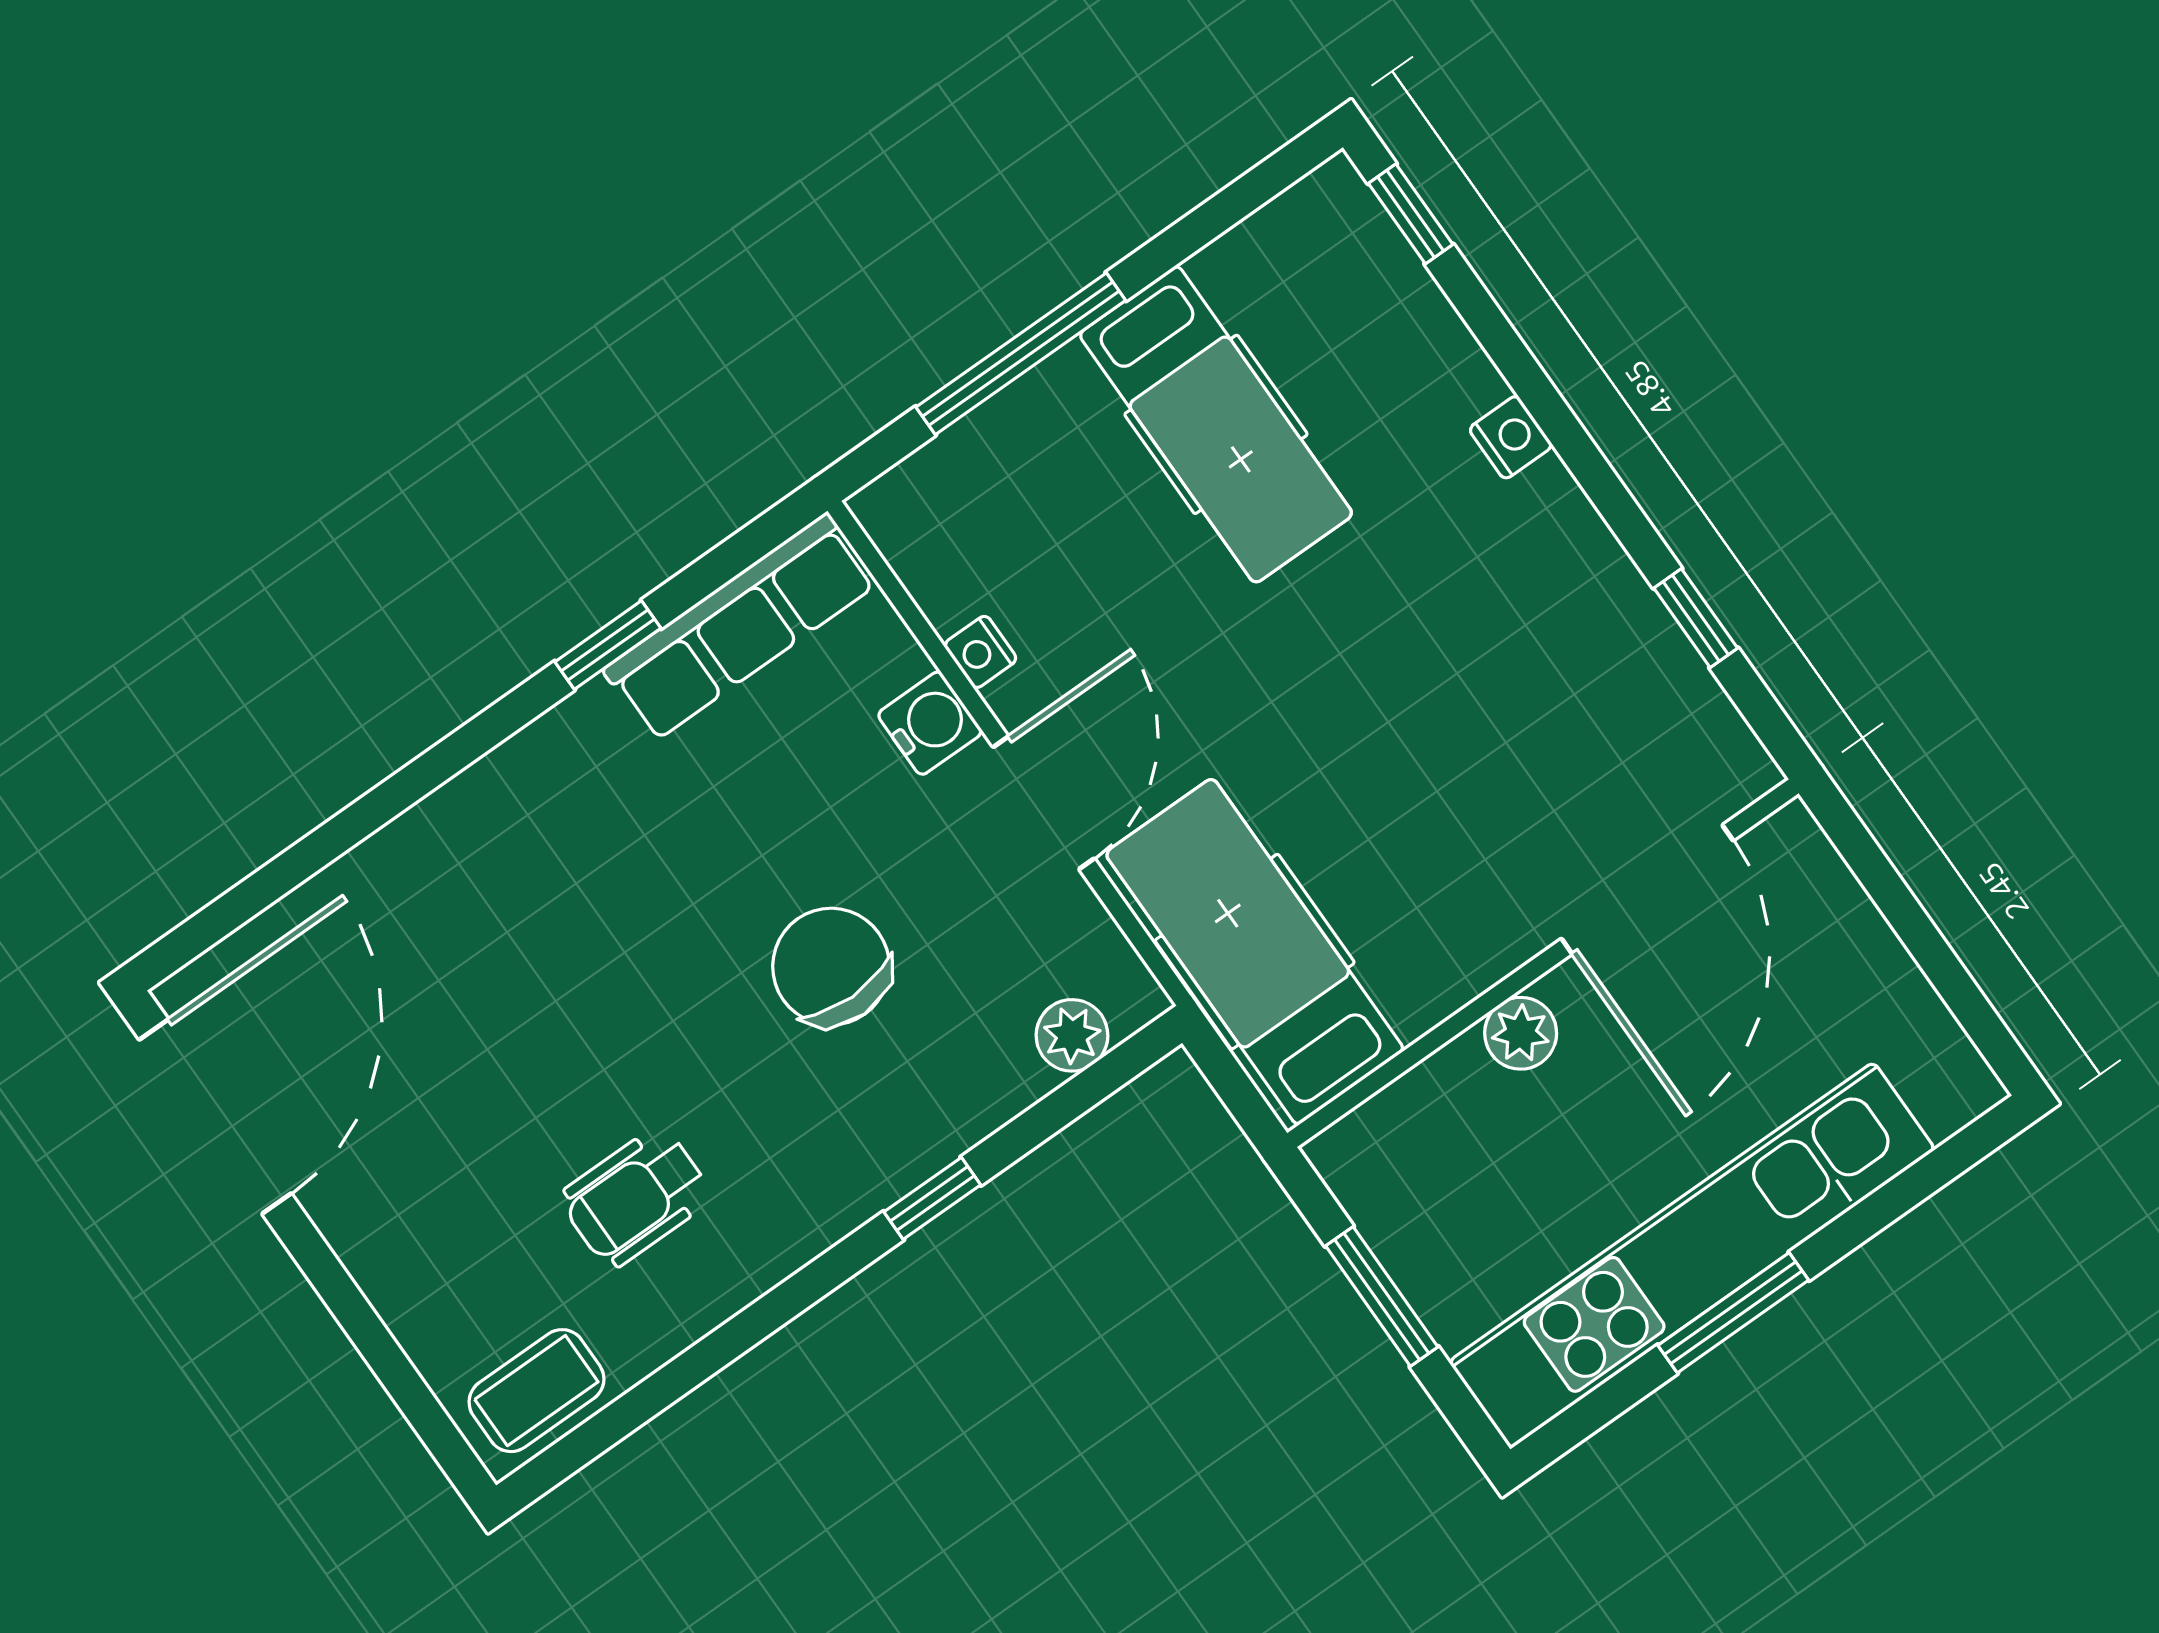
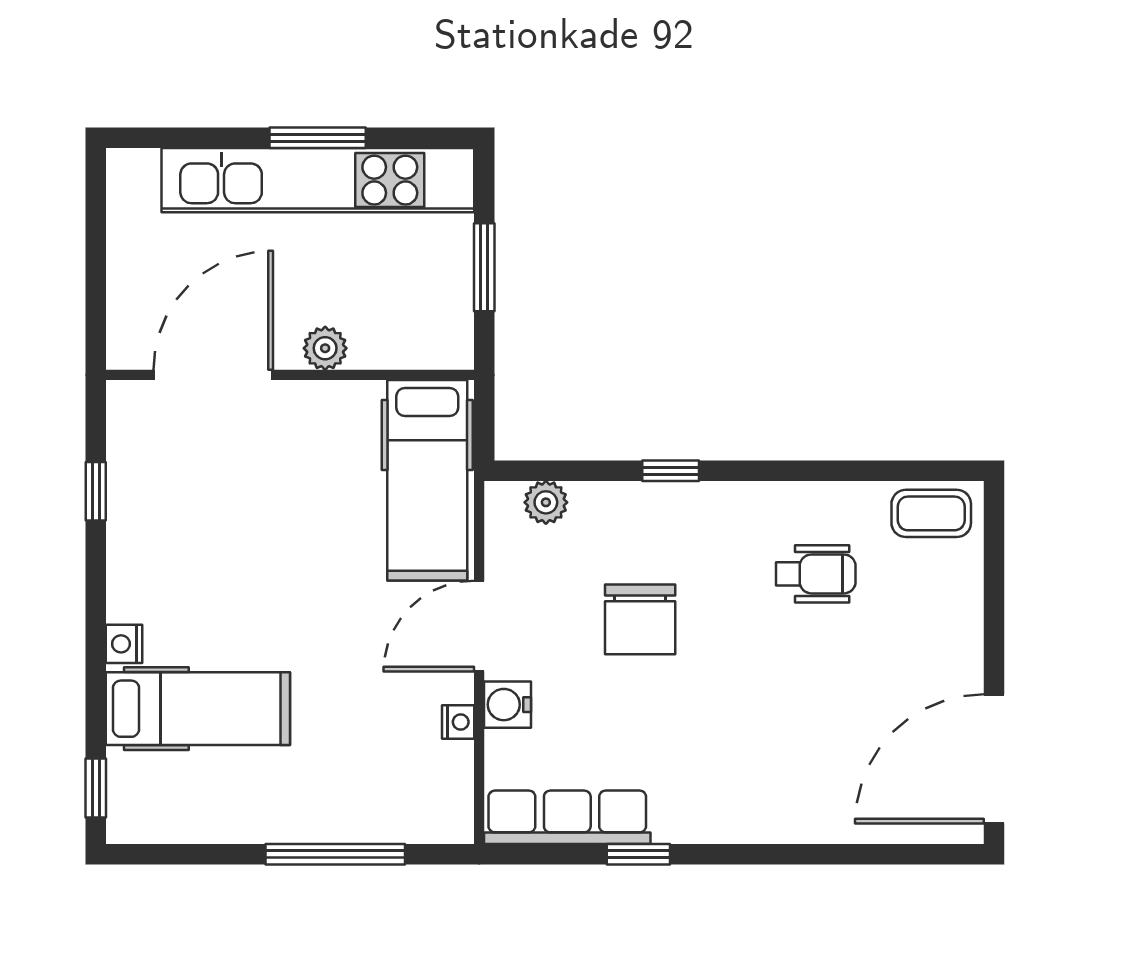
hospital bed: (1216, 424) -> (198, 709), moved, turned 90

